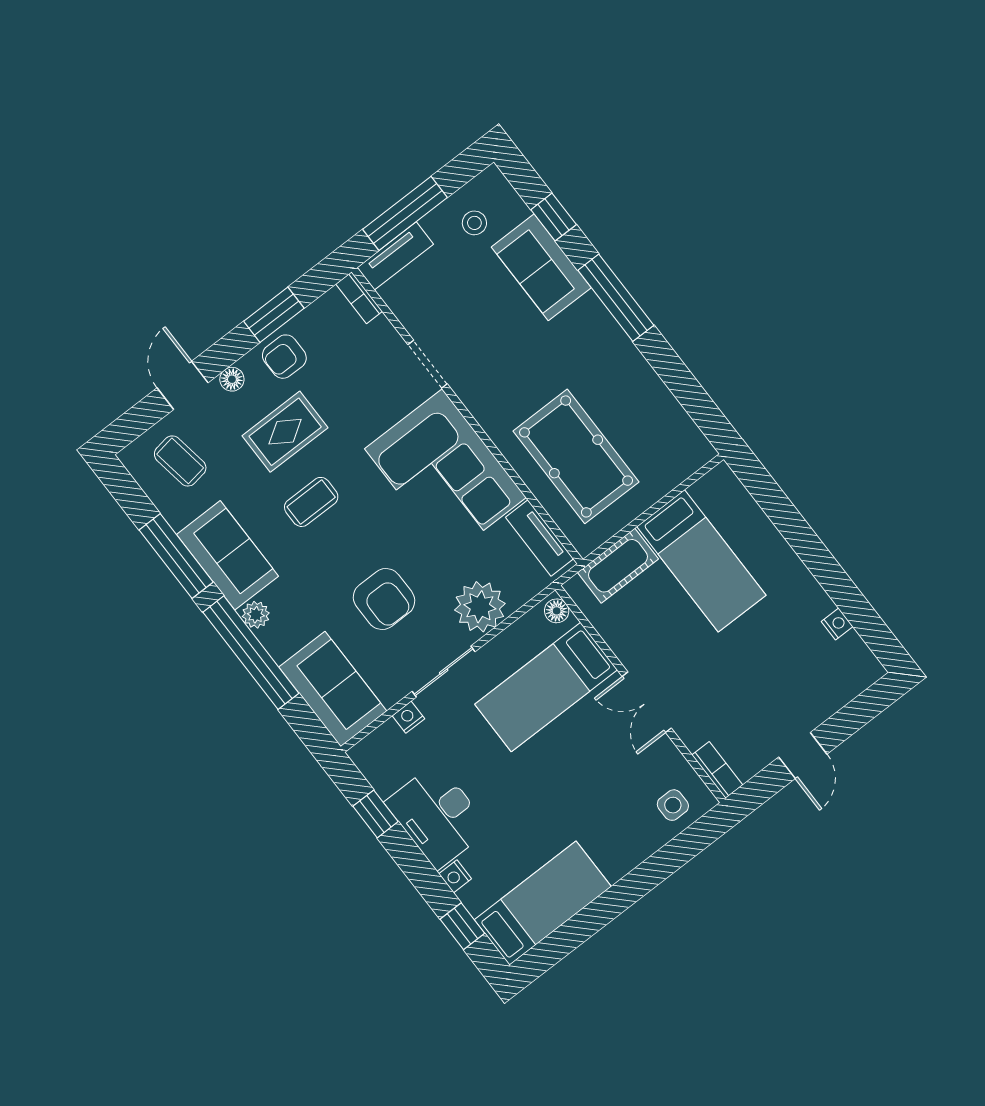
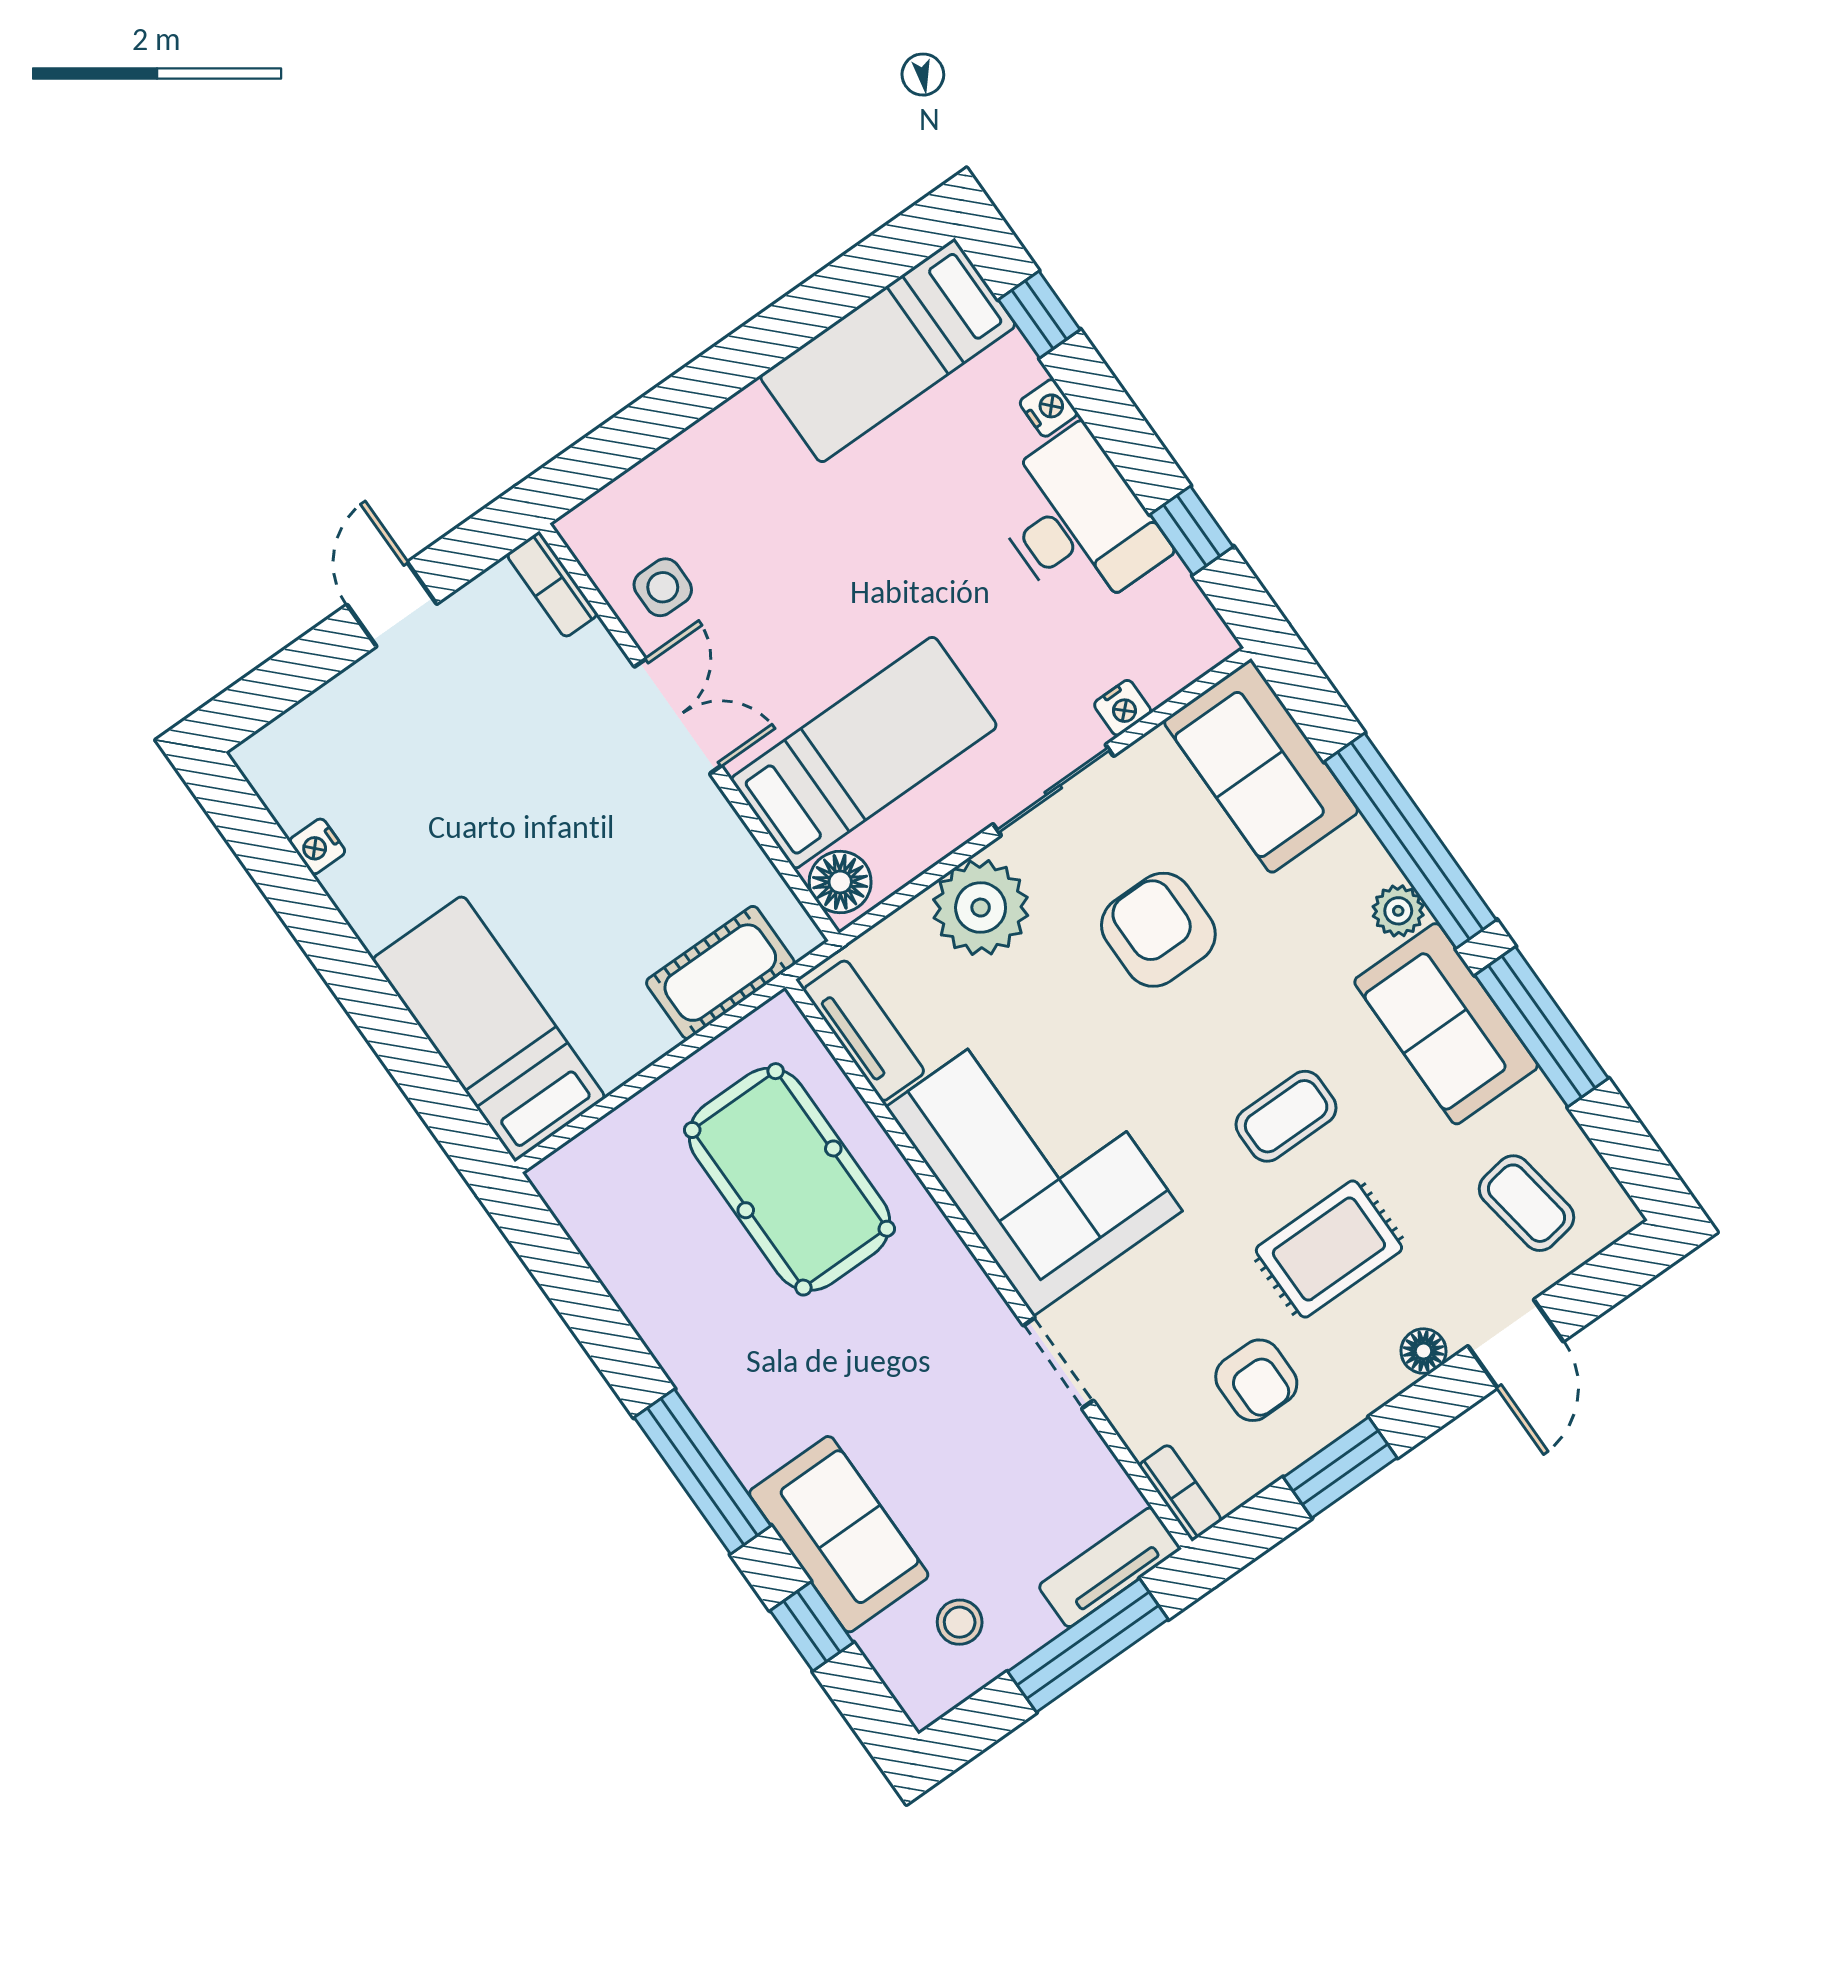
armchair: (284, 357) -> (1256, 1380), moved, turned 90
bed: (701, 561) -> (489, 1028), moved
floor lamp: (557, 611) -> (840, 882), width x1.37, depth x1.37
side table: (673, 805) -> (663, 587), moved

